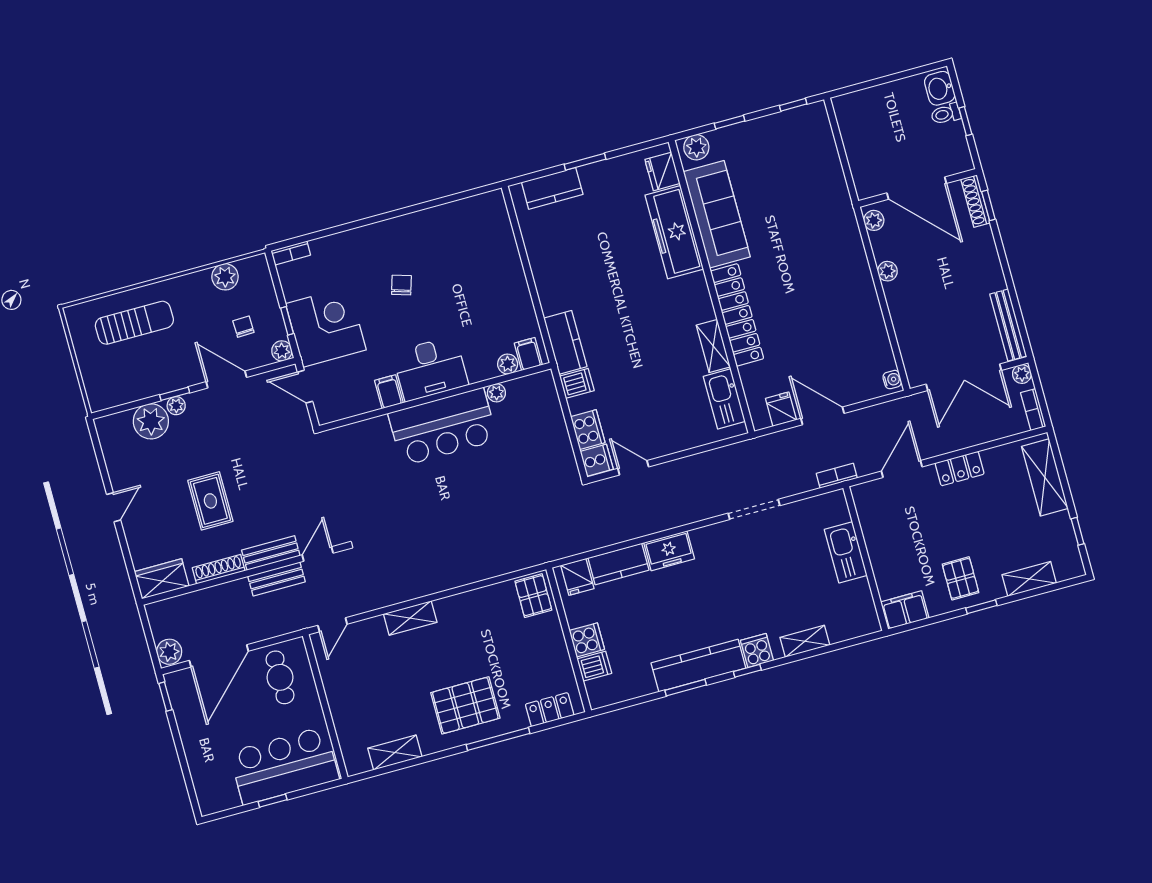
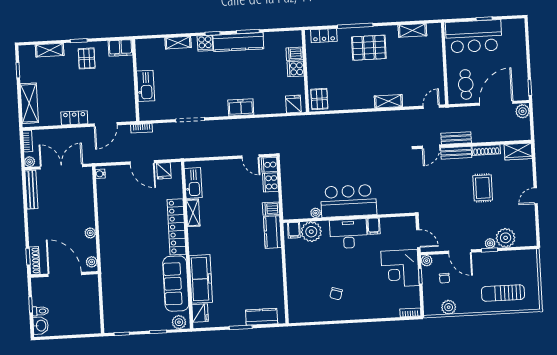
chair: (401, 285) -> (336, 294), moved
plant: (508, 364) -> (311, 232), width x1.88, depth x1.88
kitchen counter: (618, 564) -> (270, 106), removed

